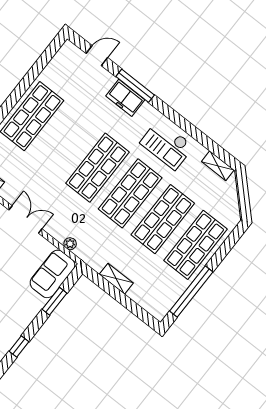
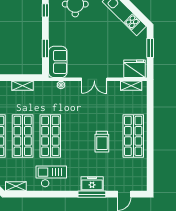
trolley: (74, 138) -> (102, 142), added
shop shelf: (97, 168) -> (78, 136), removed

